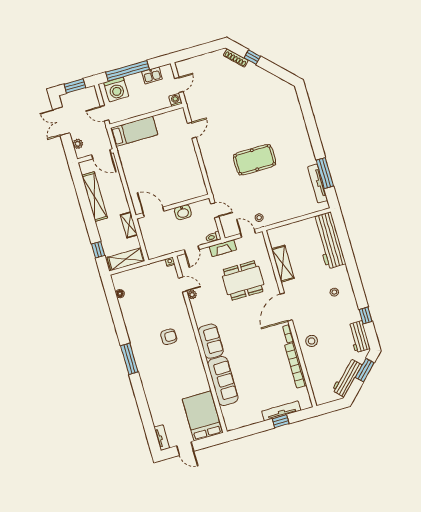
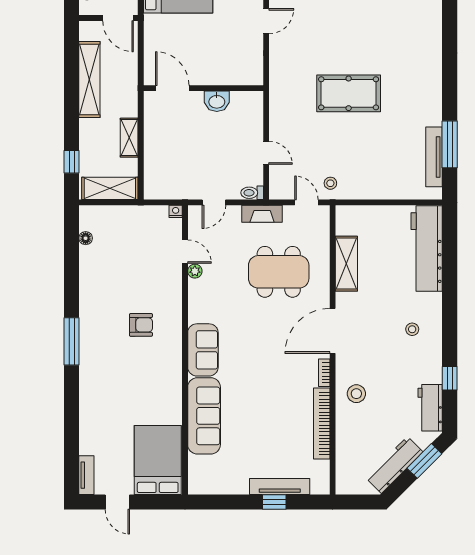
wall: (172, 207) -> (203, 88), moved
door: (153, 212) -> (172, 88), moved
washbasin: (183, 212) -> (217, 101), moved

